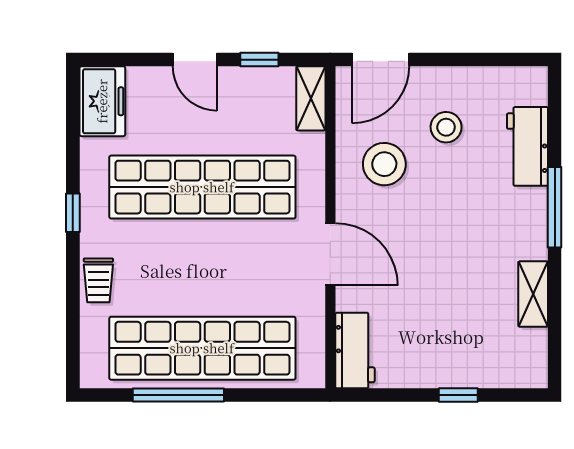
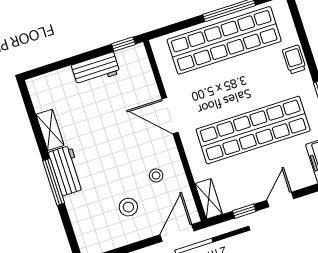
door: (195, 60) -> (280, 200), hinge flipped
workbench: (527, 146) -> (67, 171), moved
stool: (384, 164) -> (156, 175), width x0.53, depth x0.53
workbench: (355, 350) -> (96, 69), moved, turned -90
window: (458, 395) -> (123, 44), moved

